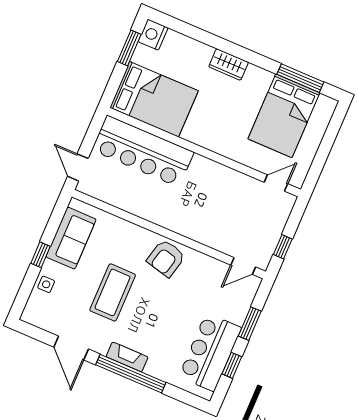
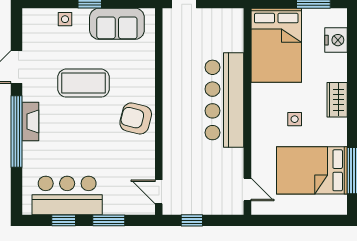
nightstand: (153, 35) -> (336, 40), moved, turned 90
side table: (230, 112) -> (295, 119), added
bar counter: (143, 151) -> (224, 100), moved

